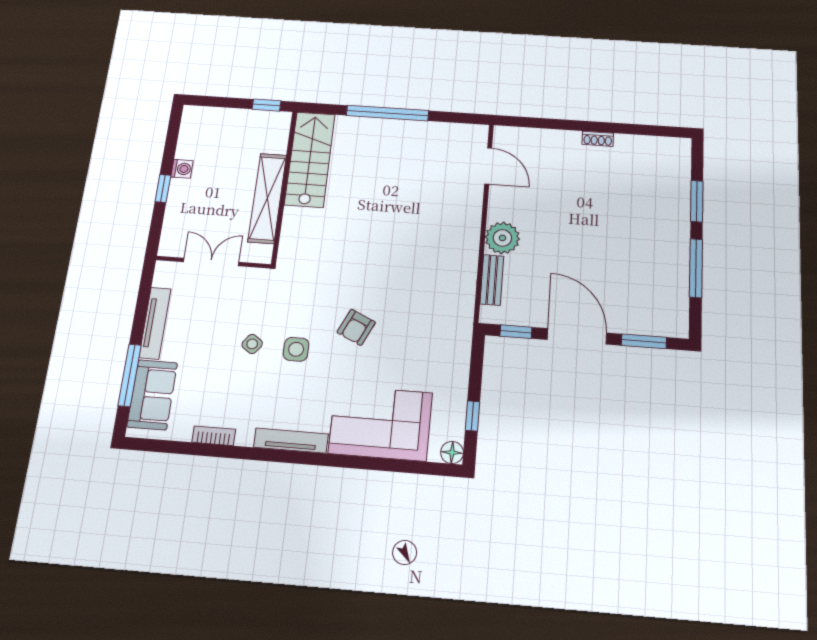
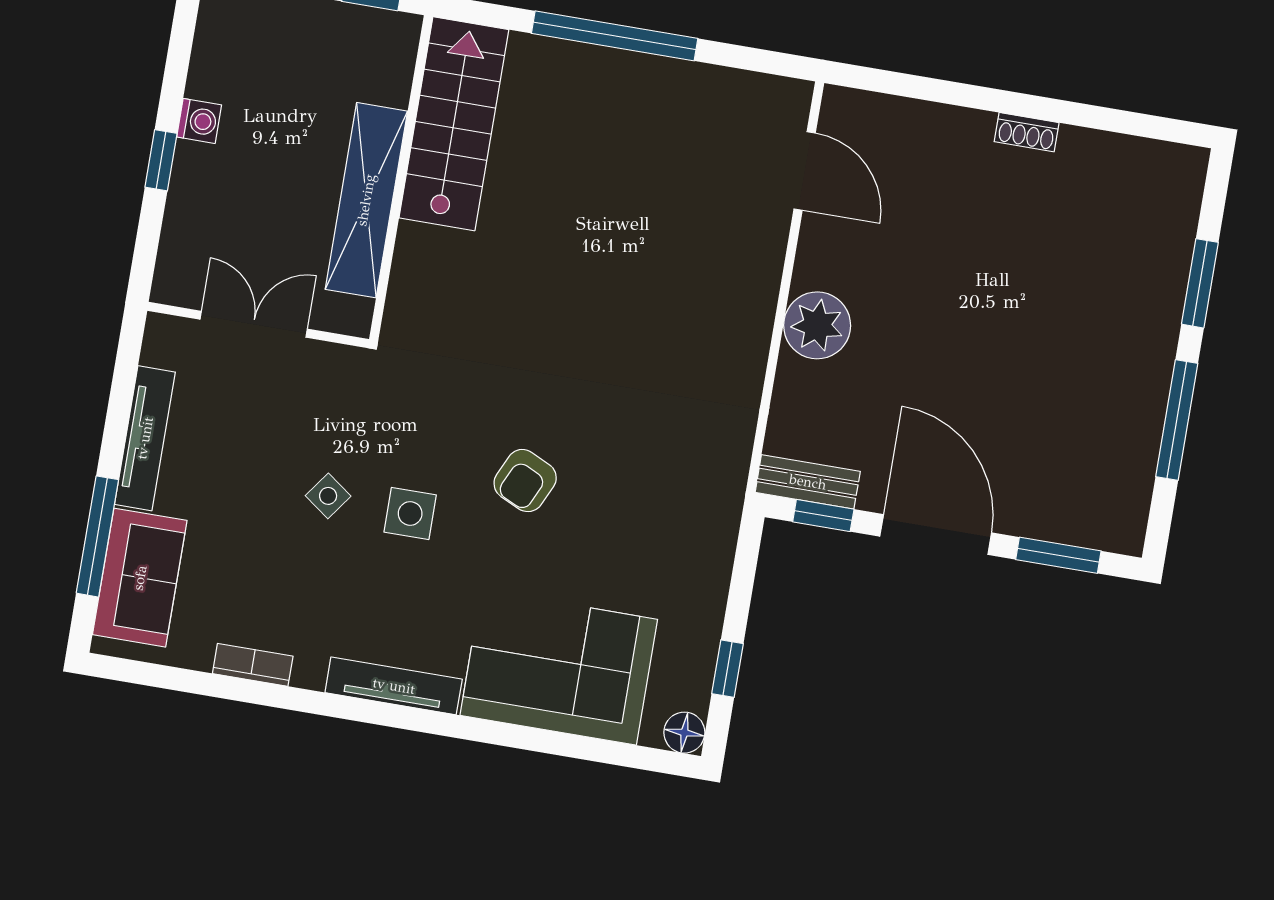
bench: (492, 280) -> (808, 482), moved, turned 90

